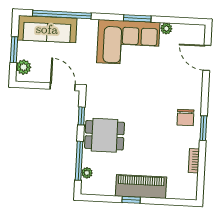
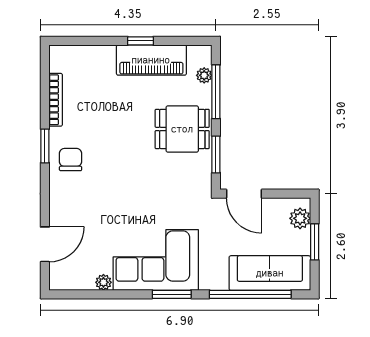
window: (137, 18) -> (172, 294), moved
door: (207, 58) -> (45, 244), hinge flipped
window: (81, 116) -> (216, 154), width x1.50
bookcase: (194, 161) -> (56, 100), width x1.56
piano: (141, 187) -> (151, 60), moved

